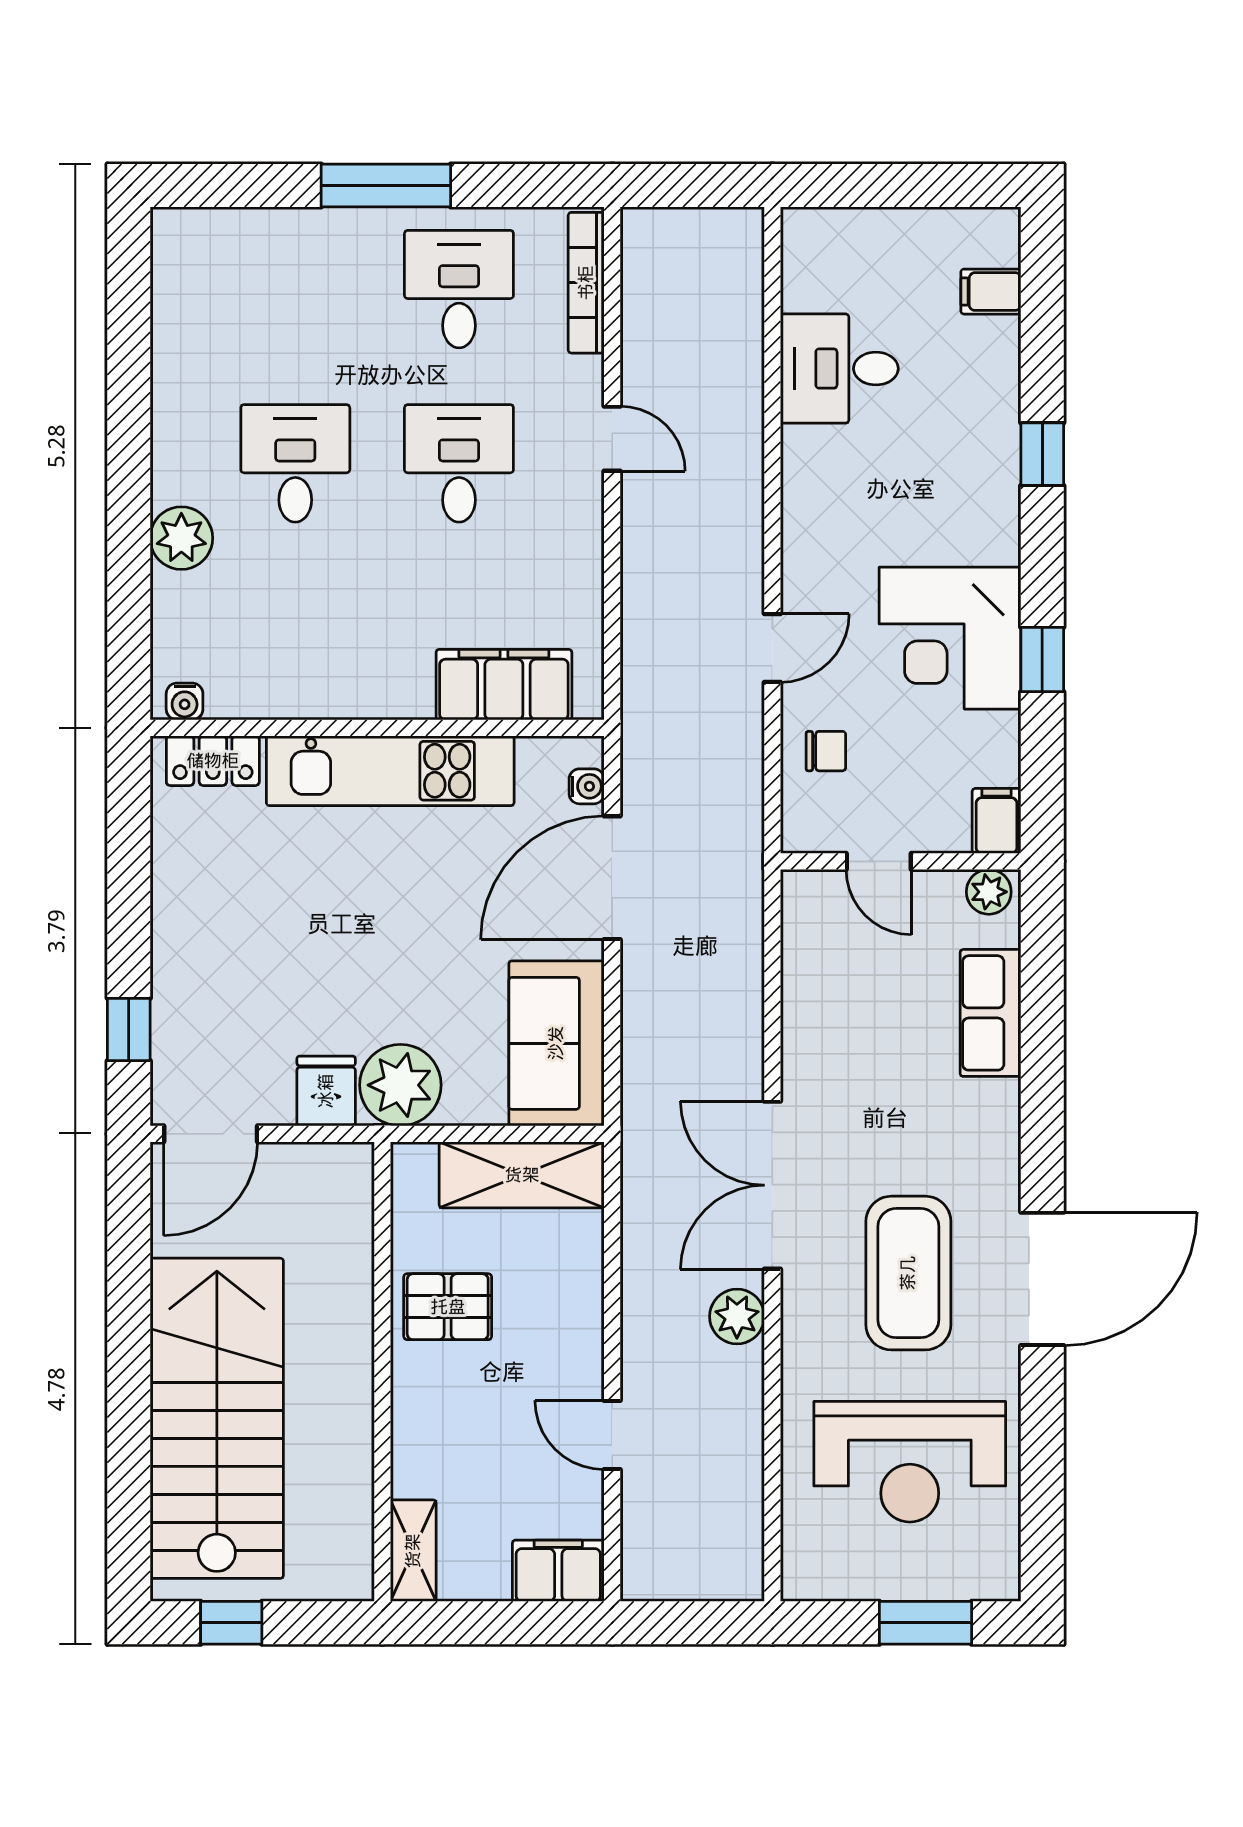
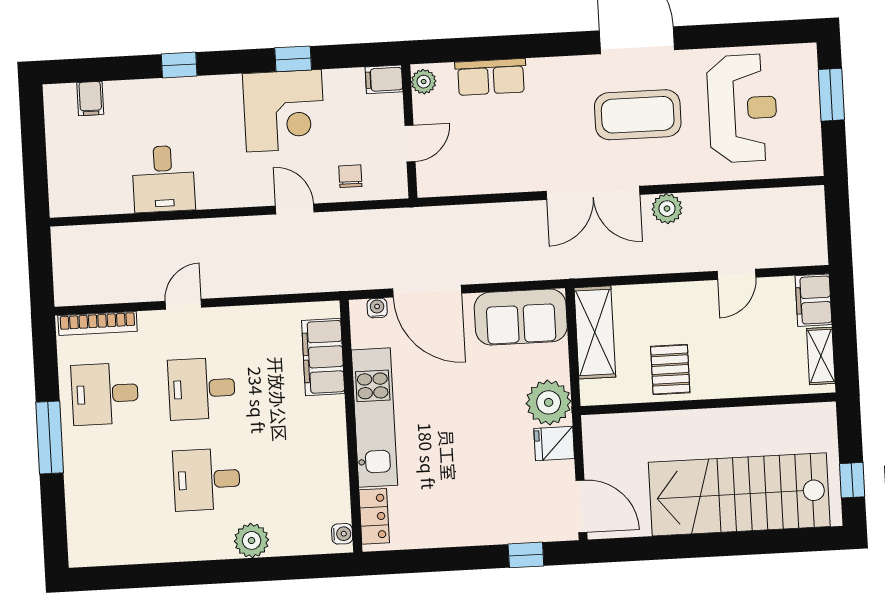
desk: (839, 369) -> (163, 179), moved
shelving: (413, 1551) -> (821, 356), moved, turned 90

